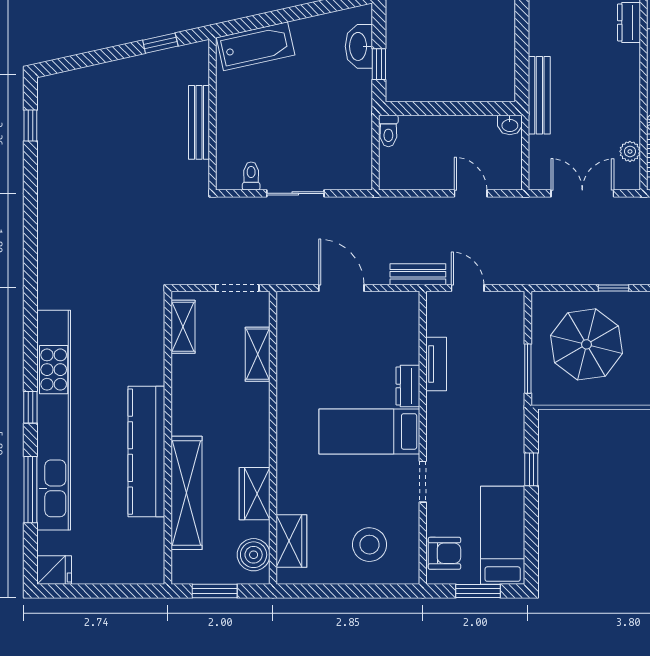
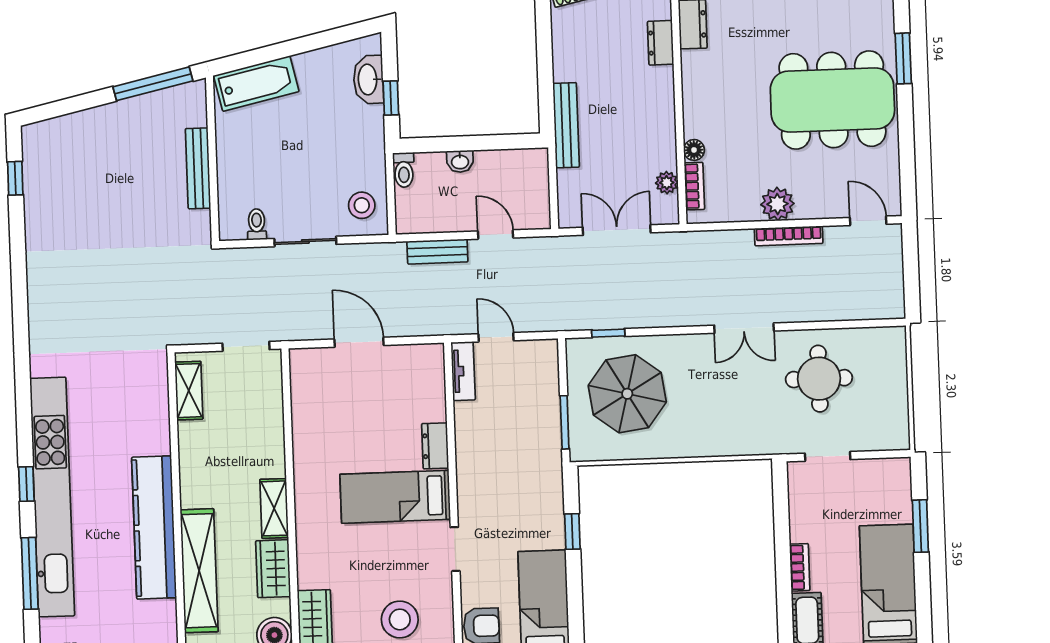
window: (160, 43) -> (153, 84), width x2.17
washbasin: (510, 125) -> (460, 161), moved
stool: (348, 162) -> (362, 205), added
bench: (418, 274) -> (437, 252), moved
window: (614, 288) -> (608, 333), moved
shelving: (258, 354) -> (274, 508), moved
tv unit: (436, 364) -> (463, 371), moved

